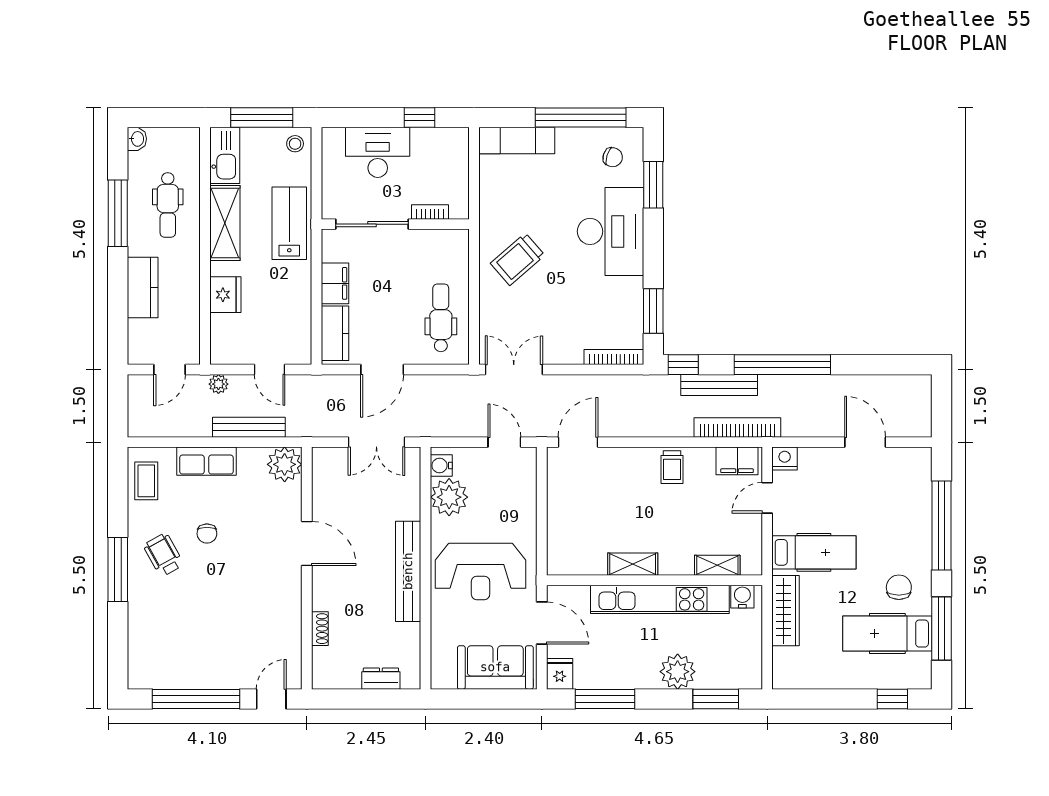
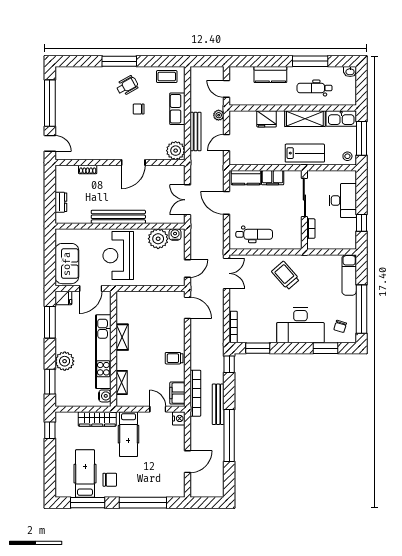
window: (782, 365) -> (229, 436), moved
bench: (719, 385) -> (218, 404), moved
window: (892, 699) -> (50, 430), moved

